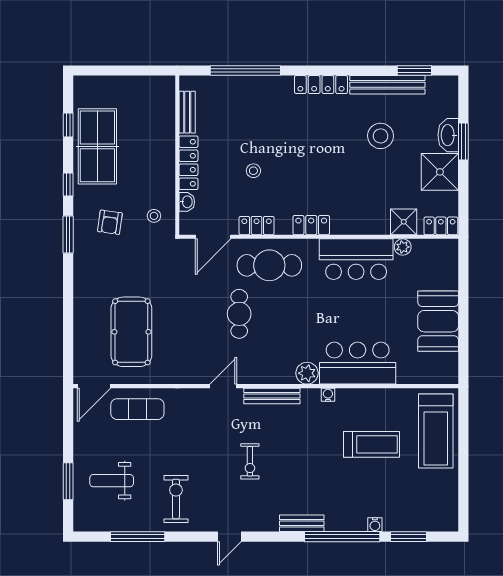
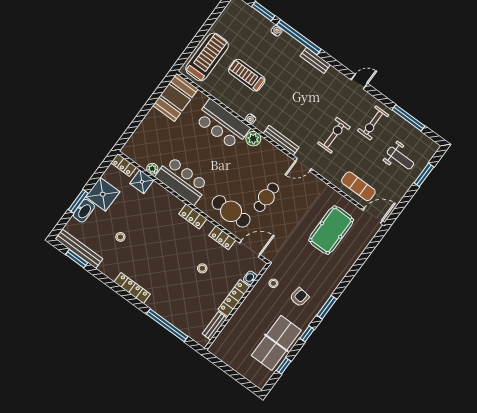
bench: (387, 85) -> (79, 249), moved
stool: (381, 136) -> (120, 237), width x0.53, depth x0.53
booth: (438, 321) -> (175, 97), moved
exercise bike: (250, 461) -> (334, 135), moved, width x1.38, depth x1.39

